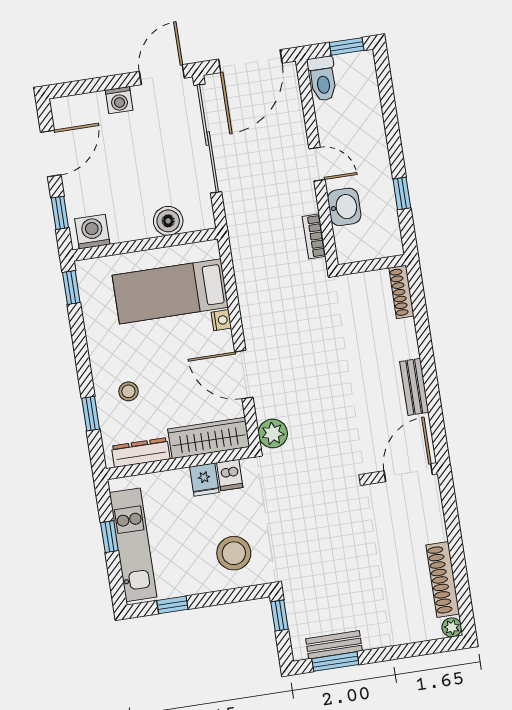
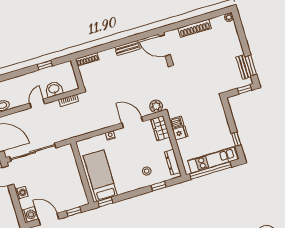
boiler: (168, 221) -> (71, 164), removed
washing machine: (92, 232) -> (30, 215), moved, turned 180
bed: (170, 291) -> (100, 176), moved, turned 180
door: (244, 375) -> (132, 122), swing flipped
wardrobe: (209, 438) -> (160, 128), width x0.67
window: (109, 537) -> (210, 171), width x3.17
stool: (234, 553) -> (210, 116), removed
shoe rack: (443, 579) -> (195, 28), moved
window: (279, 616) -> (244, 89), moved

